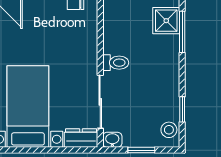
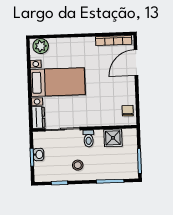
shower: (166, 21) -> (113, 138), moved
stool: (169, 130) -> (78, 165), moved
washbasin: (112, 140) -> (39, 155), moved

